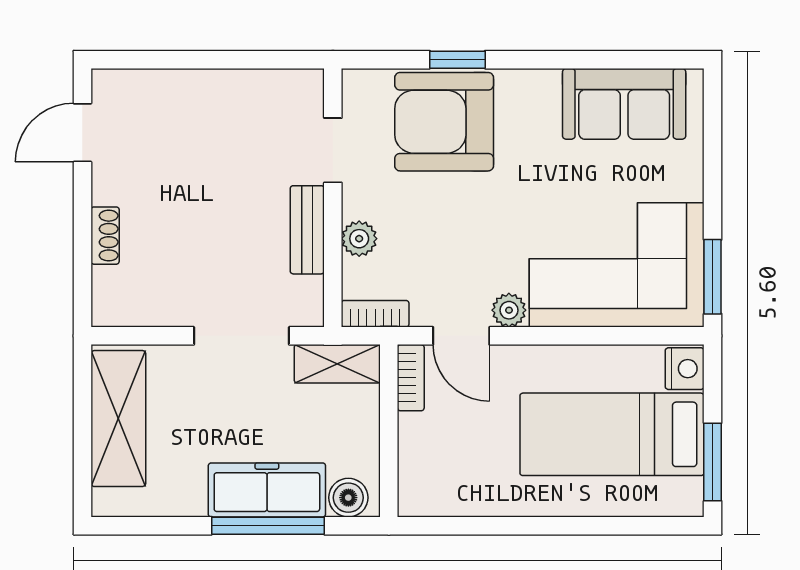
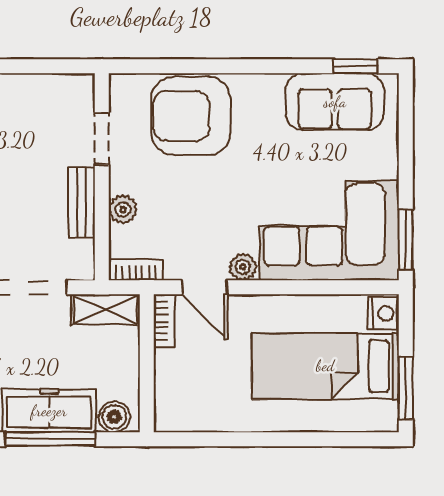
window: (457, 60) -> (356, 66), moved

